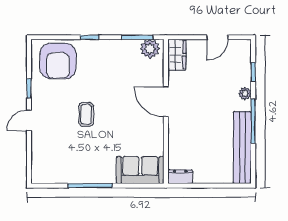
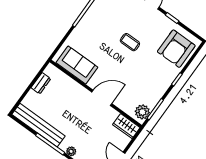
armchair: (58, 61) -> (176, 49), turned -90
sofa: (140, 170) -> (77, 65), moved, turned -90
dresser: (180, 177) -> (41, 83), moved

